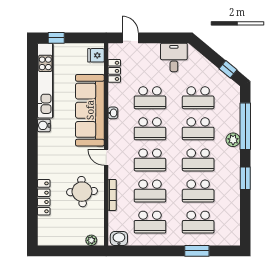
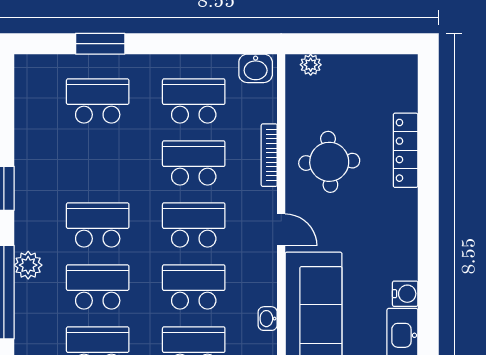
school desk: (198, 191) -> (98, 163), removed

